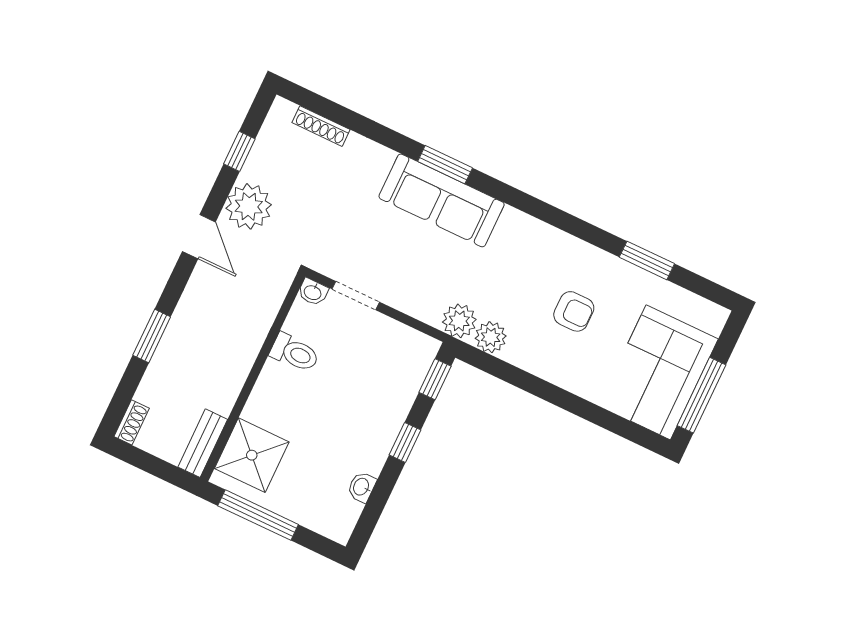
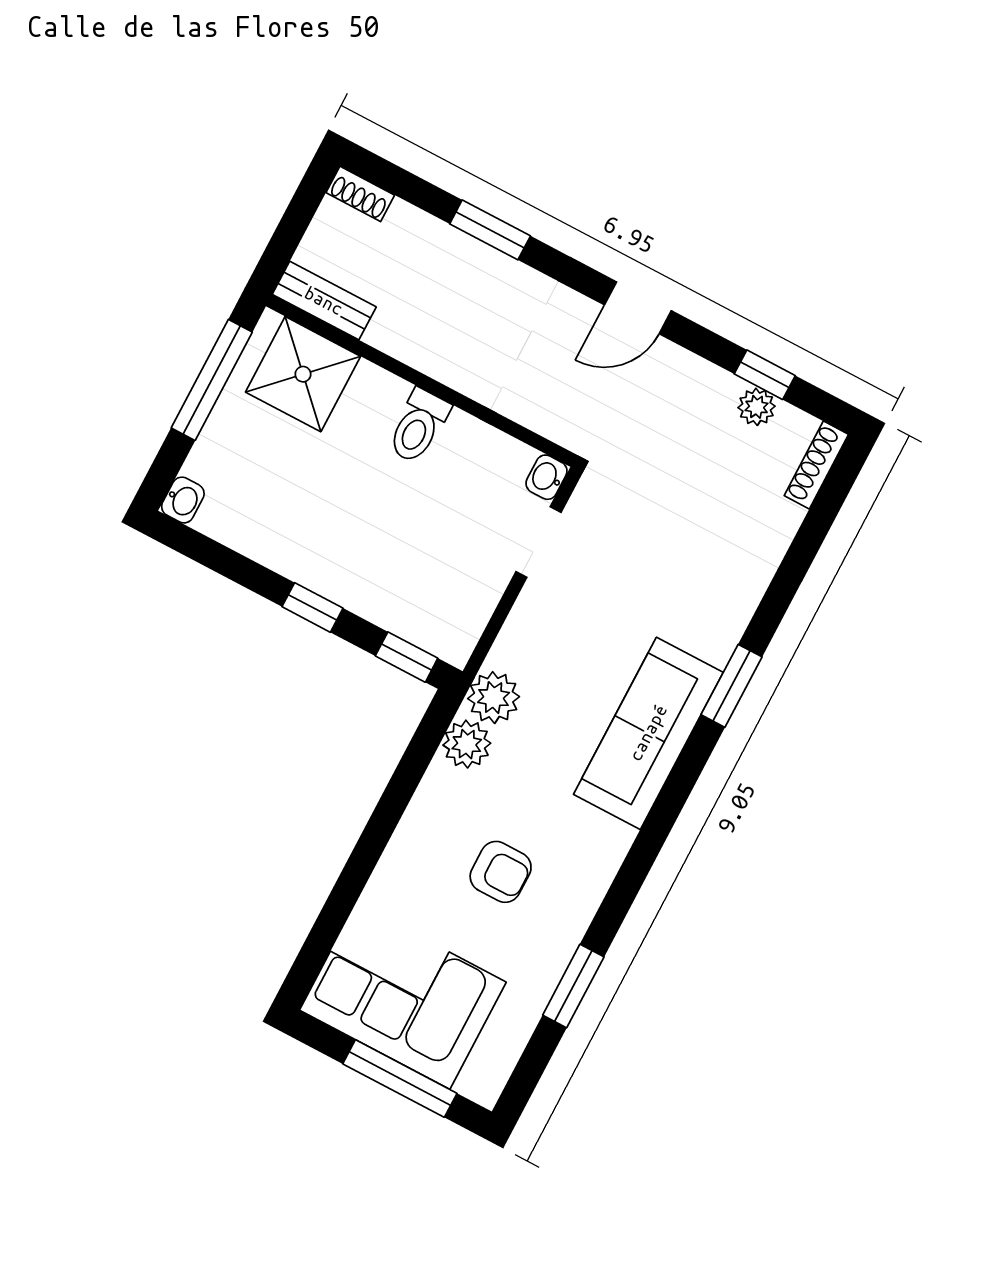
shoe rack: (321, 126) -> (816, 465), moved
sofa: (442, 200) -> (648, 733), moved
plant: (249, 206) -> (757, 407), moved, width x0.53, depth x0.53
armchair: (574, 311) -> (501, 872), turned -90
toilet: (295, 353) -> (418, 426), moved
window: (702, 395) -> (400, 1079), moved
washbasin: (362, 487) -> (183, 500), moved, turned 90

